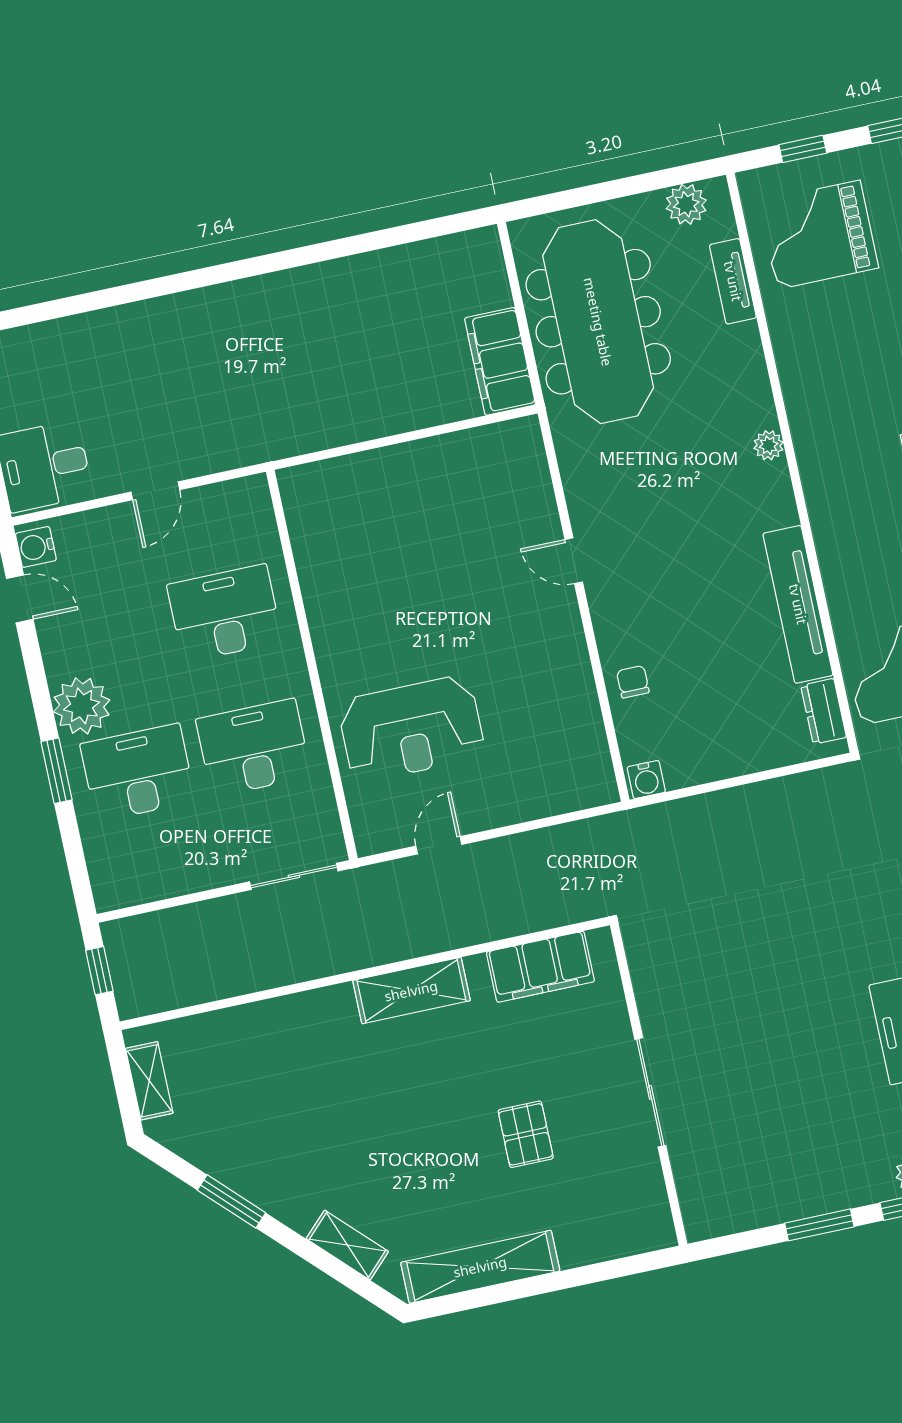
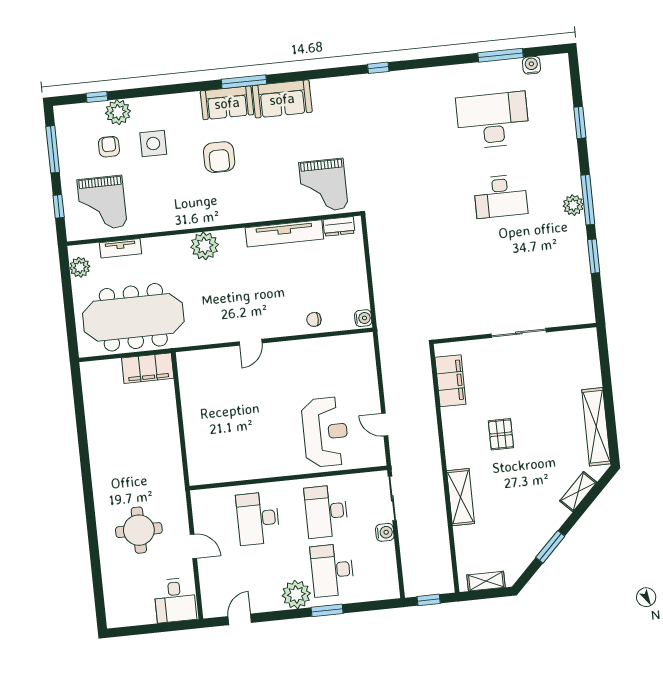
round table: (176, 379) -> (139, 530), added
plant: (769, 445) -> (205, 246), width x1.88, depth x1.88
water cooler: (36, 547) -> (385, 532), moved, turned -90
shelving: (411, 991) -> (461, 497), moved
pallet: (526, 1134) -> (501, 434), moved, turned 90

